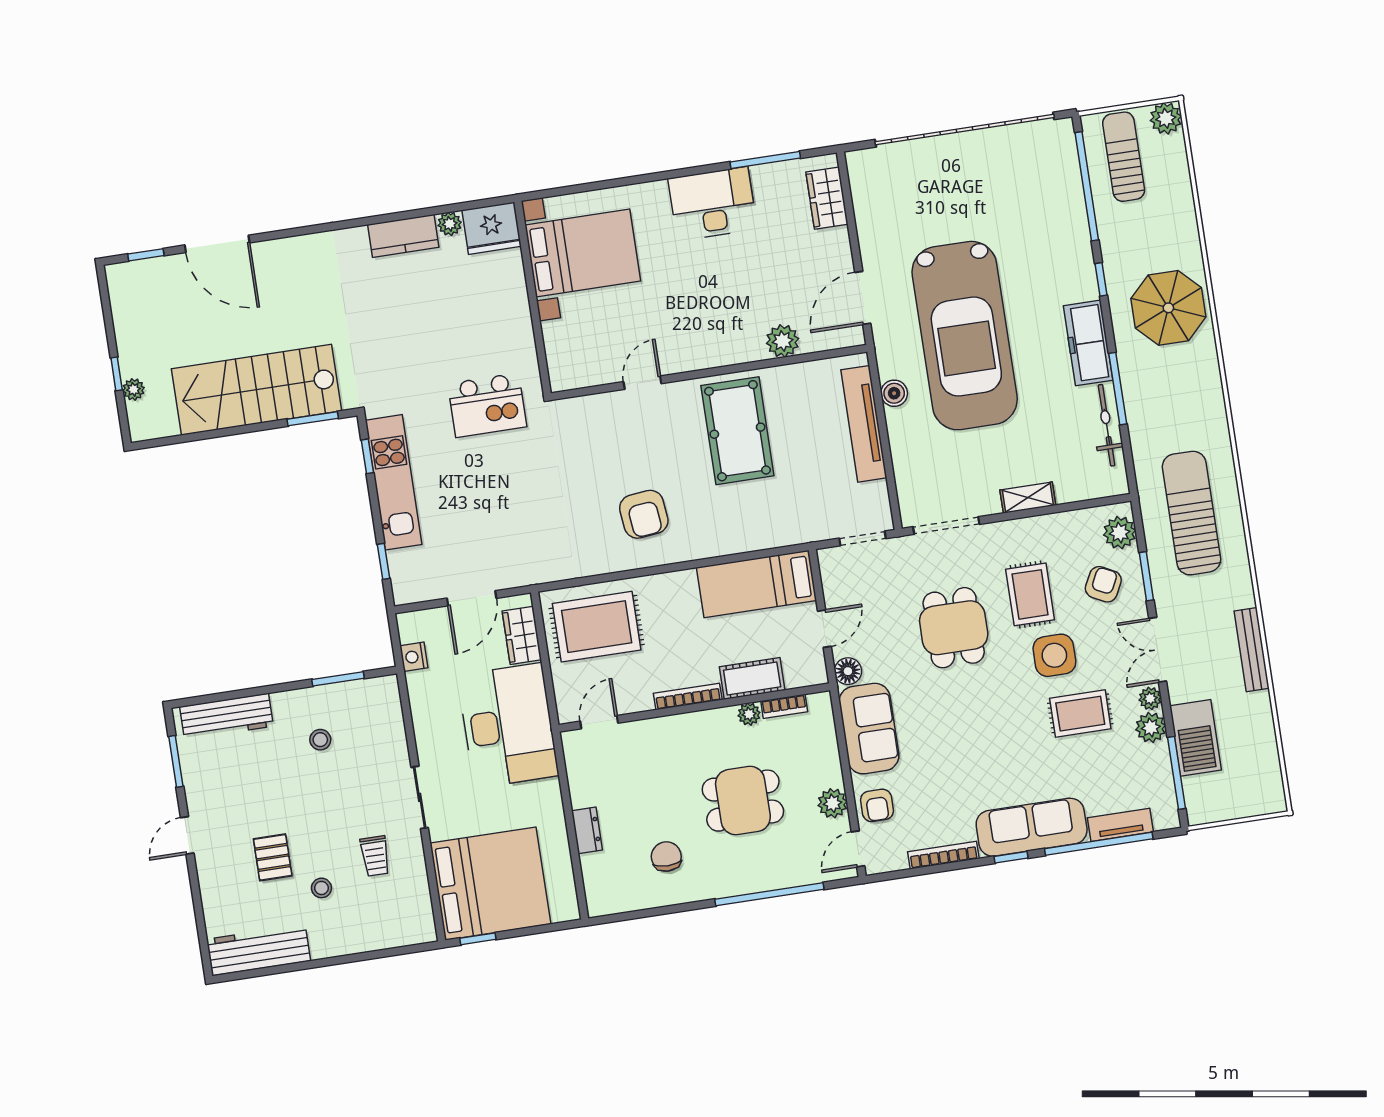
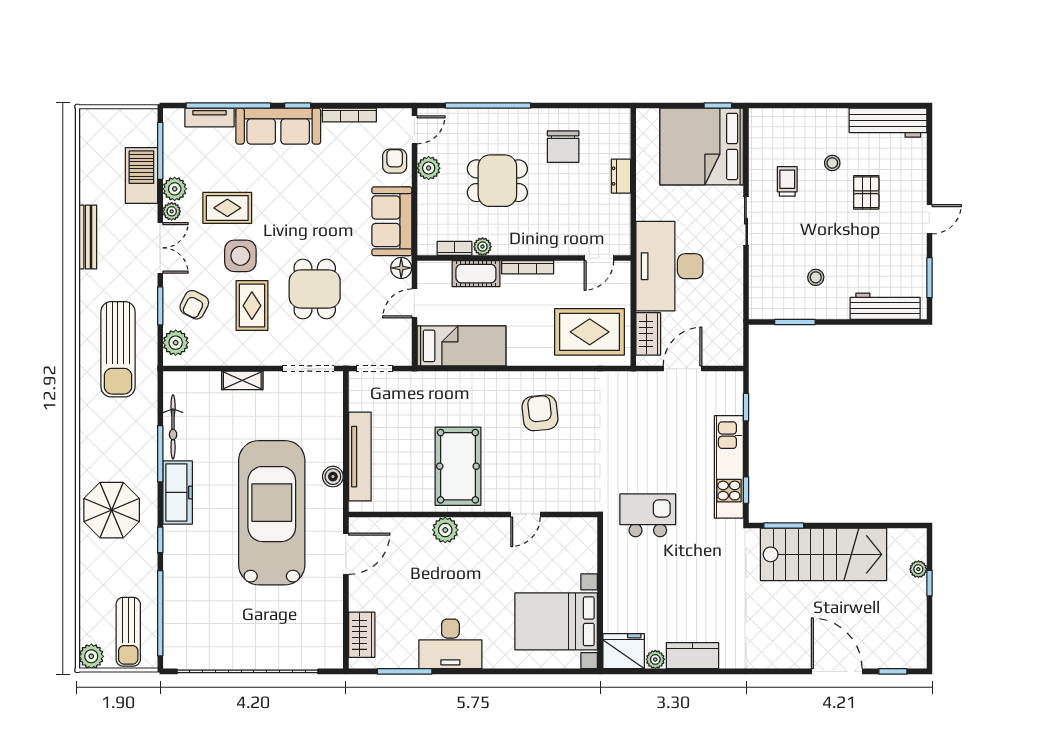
plant: (783, 341) -> (445, 530), moved
nightstand: (414, 657) -> (734, 330), removed
chair: (666, 857) -> (563, 147), width x1.37, depth x1.37

